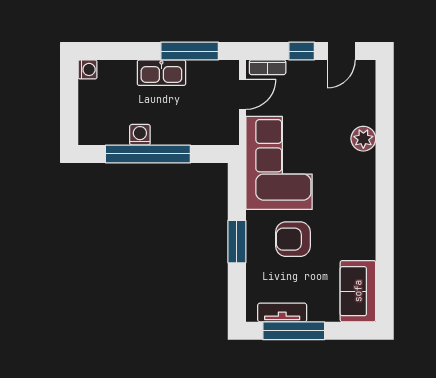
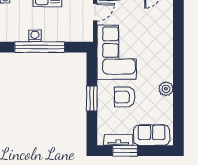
plant: (363, 139) -> (166, 89), moved
sofa: (358, 291) -> (152, 135), moved, turned 90
window: (294, 331) -> (125, 151), width x0.69

